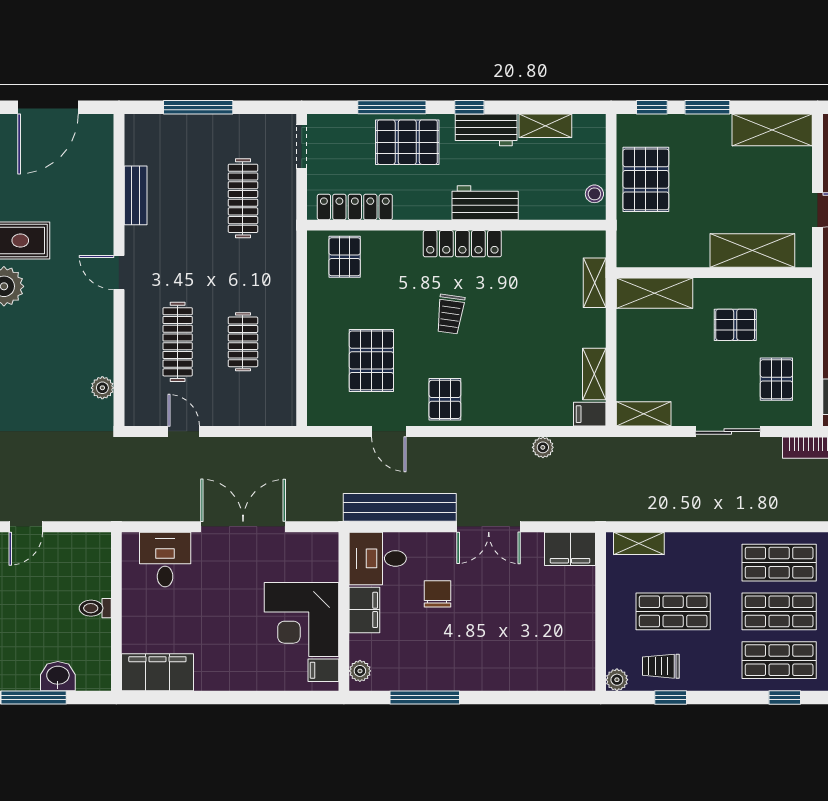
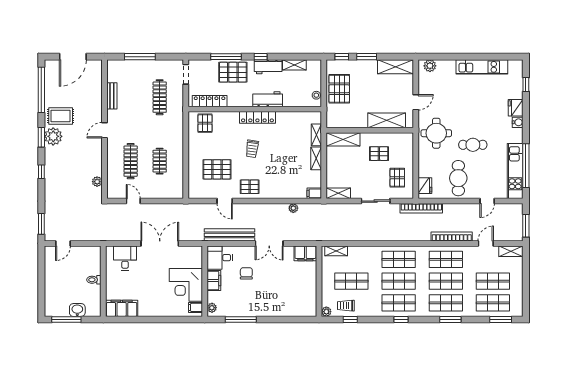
door: (119, 272) -> (104, 130), hinge flipped
pallet: (371, 360) -> (217, 169), turned 90
shelving: (594, 374) -> (316, 158), moved
pallet: (445, 399) -> (250, 187), turned 90

